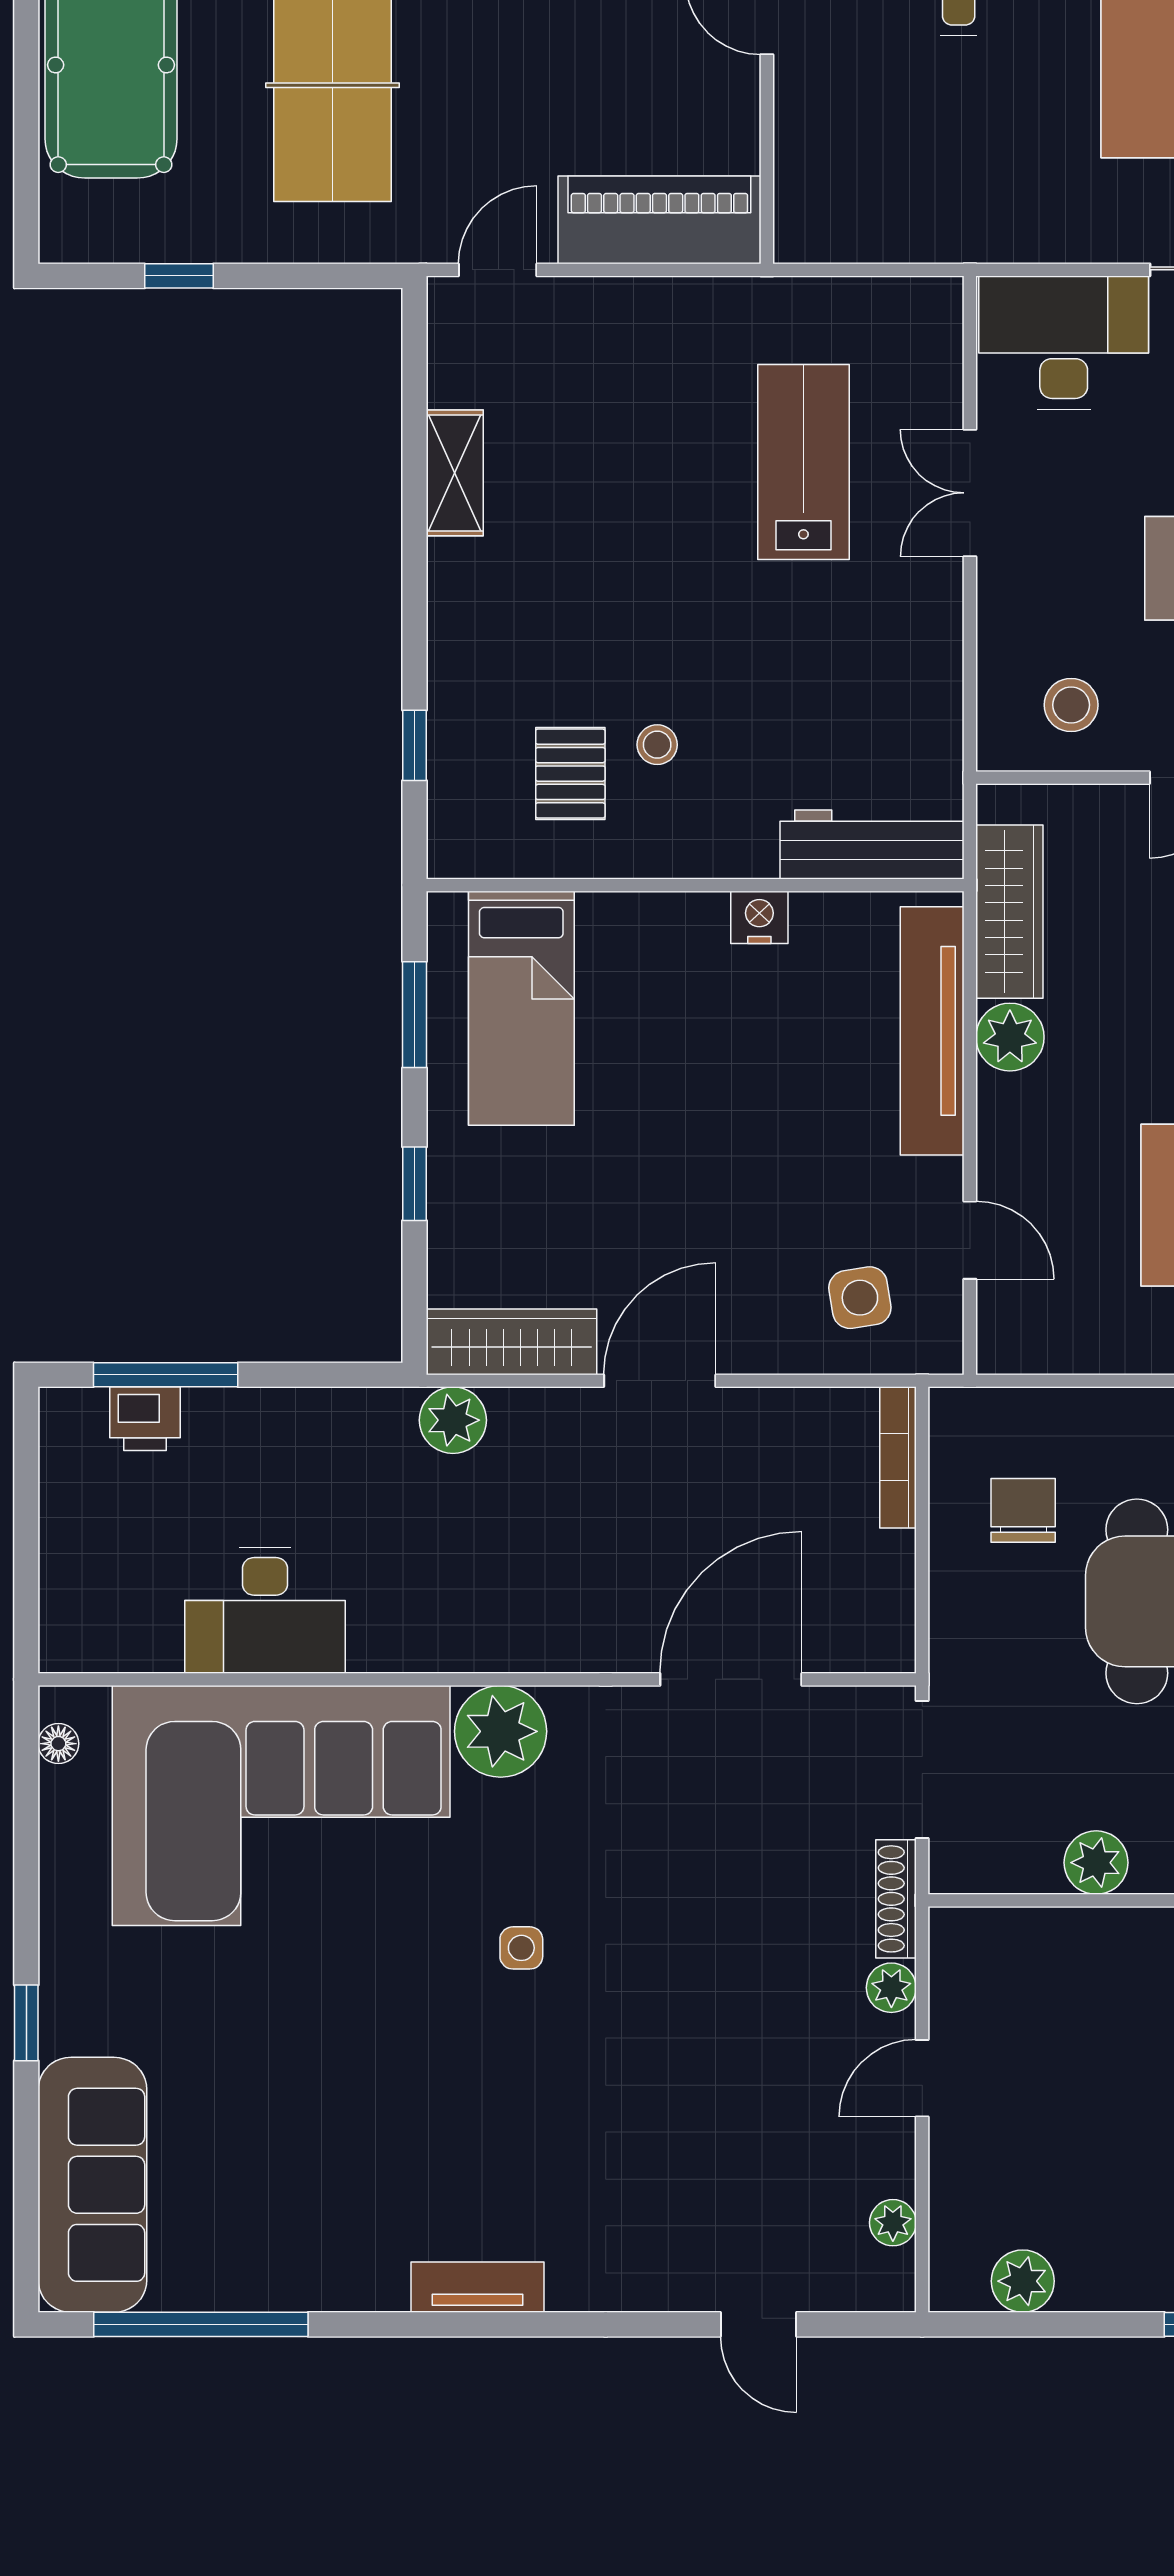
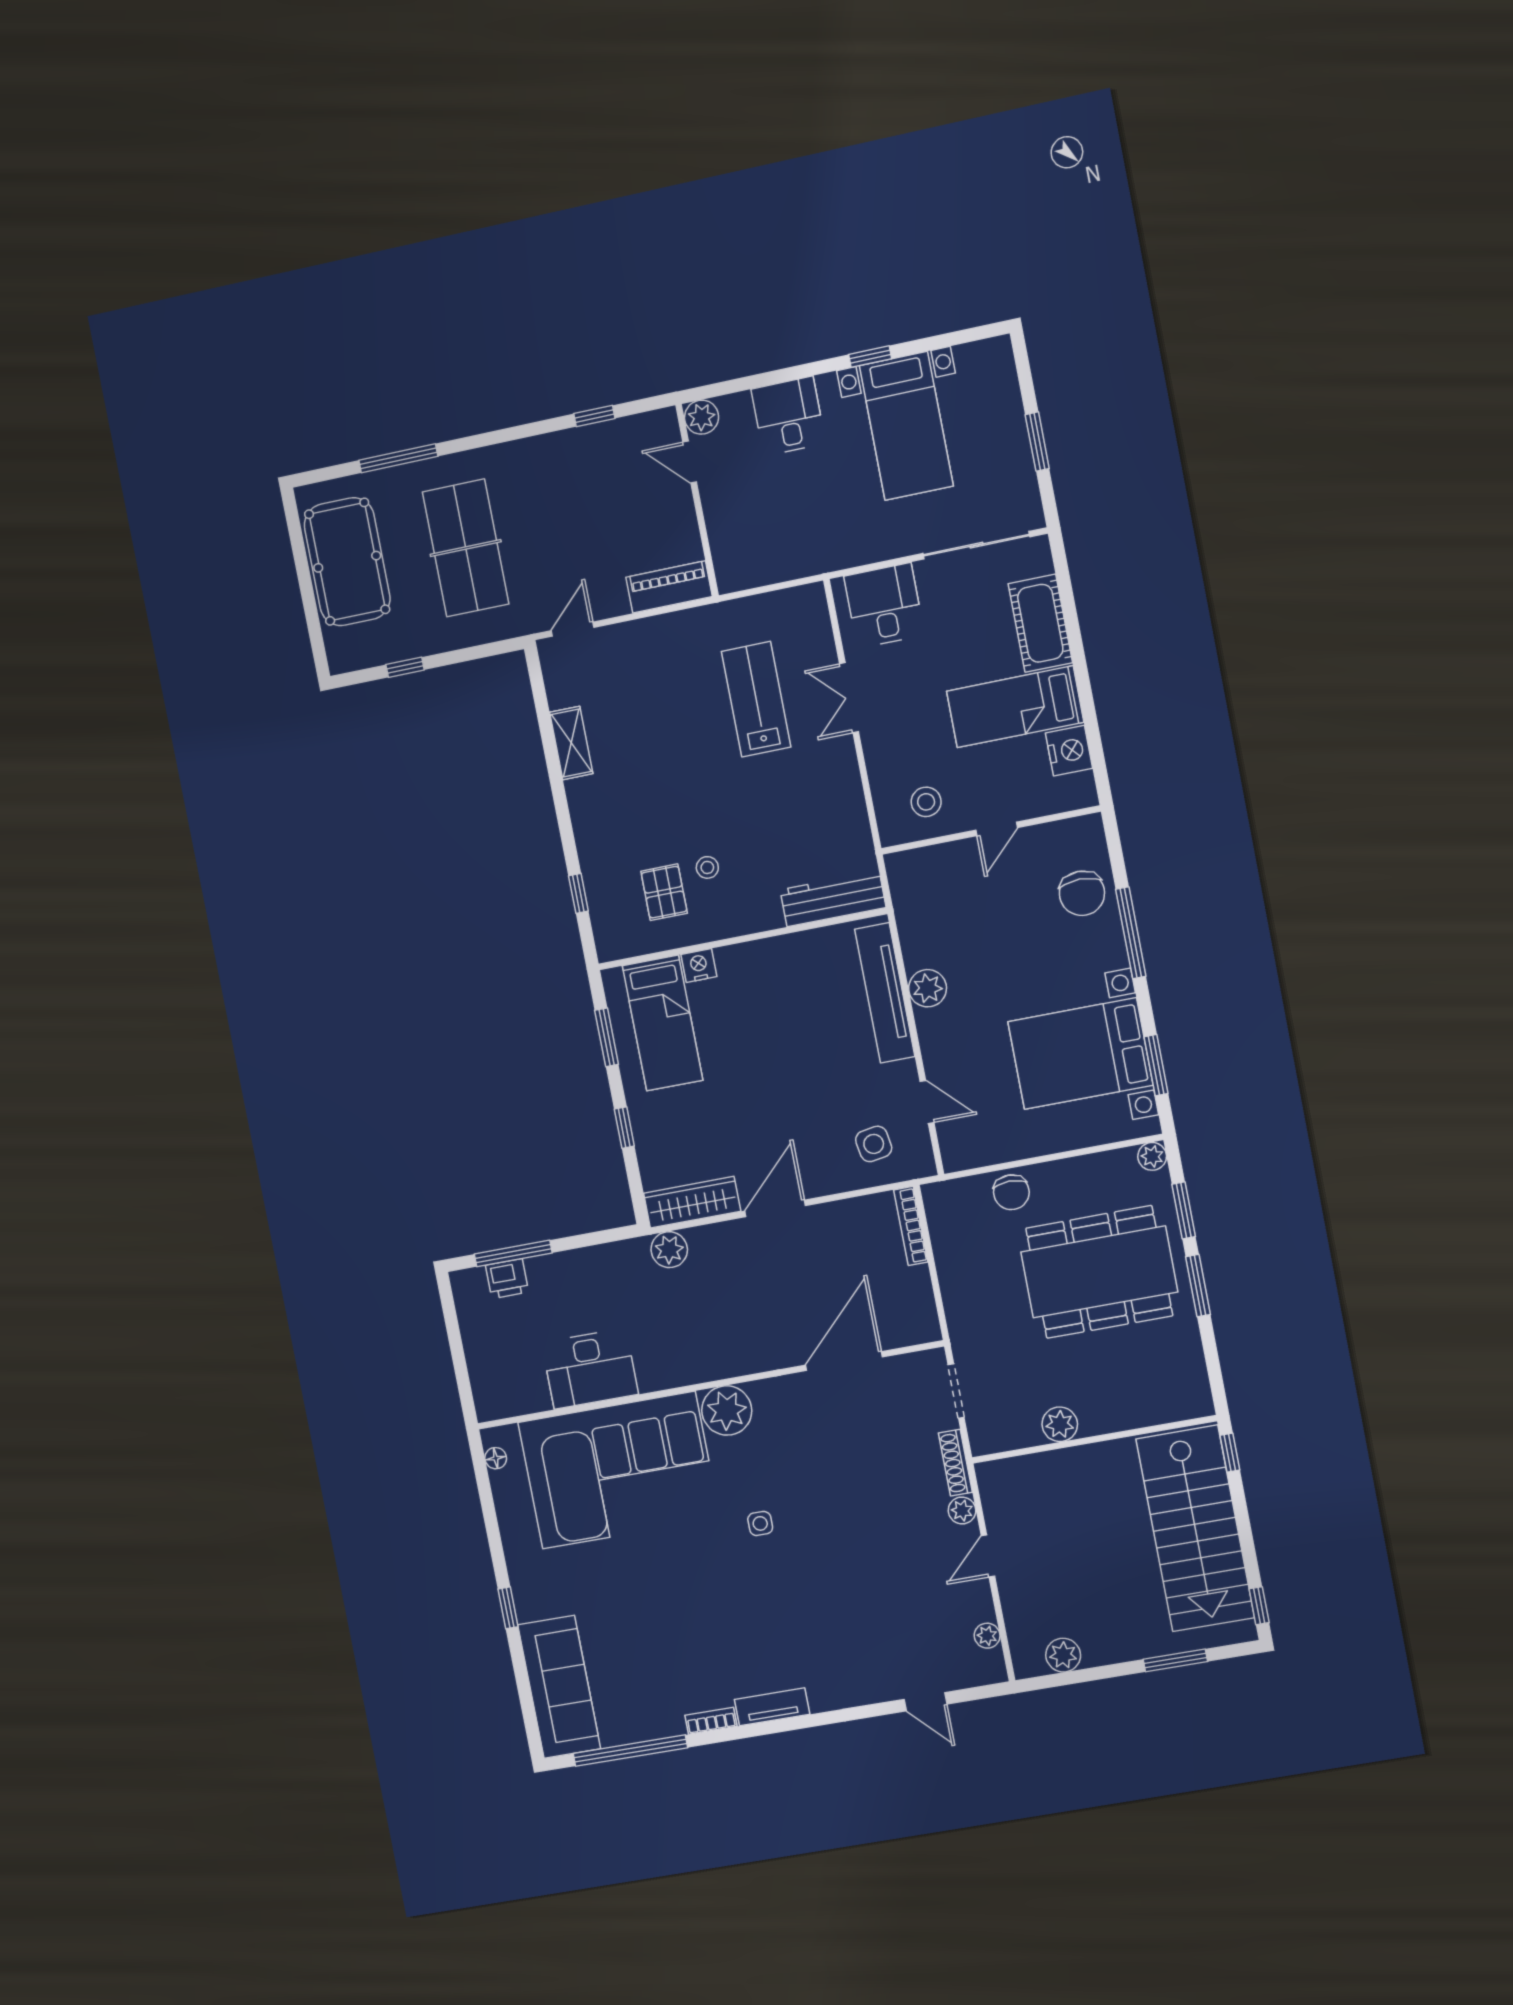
piano: (659, 220) -> (669, 587), width x0.73, depth x0.75
desk: (1064, 343) -> (884, 605), width x0.73
wardrobe: (1009, 912) -> (914, 920), removed
nightstand: (759, 917) -> (699, 965), moved
chair: (1023, 1510) -> (1011, 1192), moved, turned 180
doorway: (922, 1770) -> (956, 1391), width x0.73
bookcase: (361, 2294) -> (711, 1721), added

